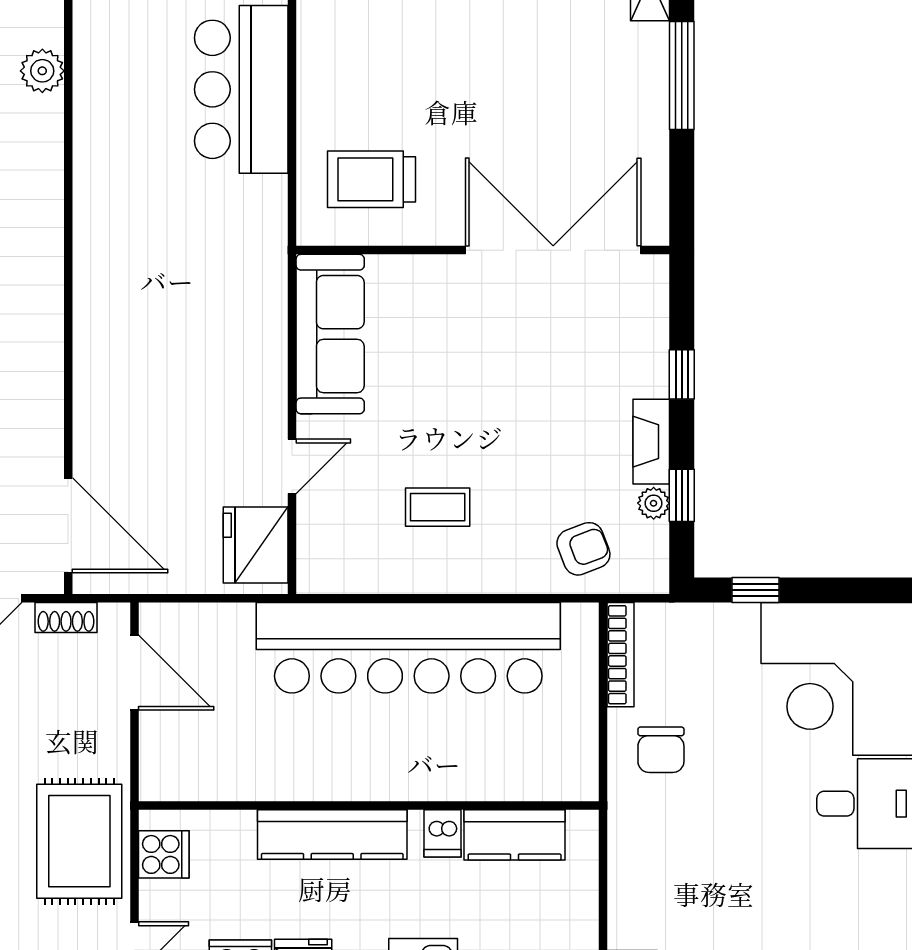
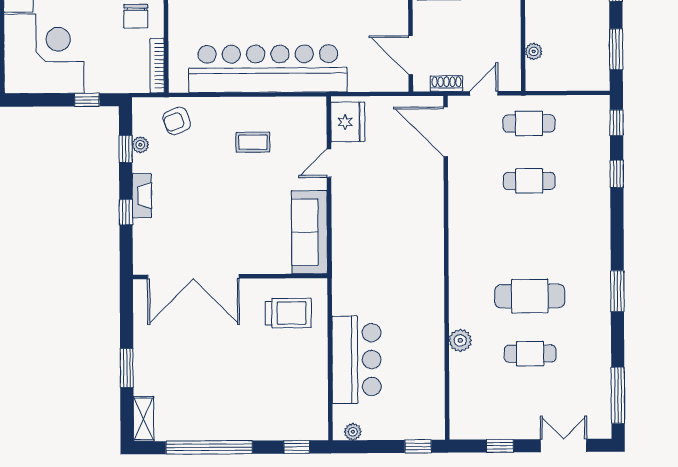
plant: (42, 71) -> (460, 340), moved
window: (682, 76) -> (127, 368), width x0.69
fireplace: (651, 442) -> (142, 196), moved
chair: (661, 750) -> (136, 16), turned 180

